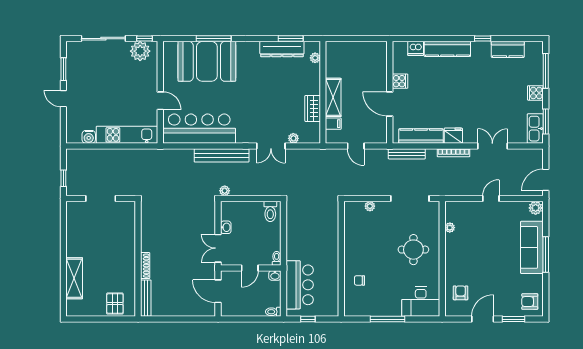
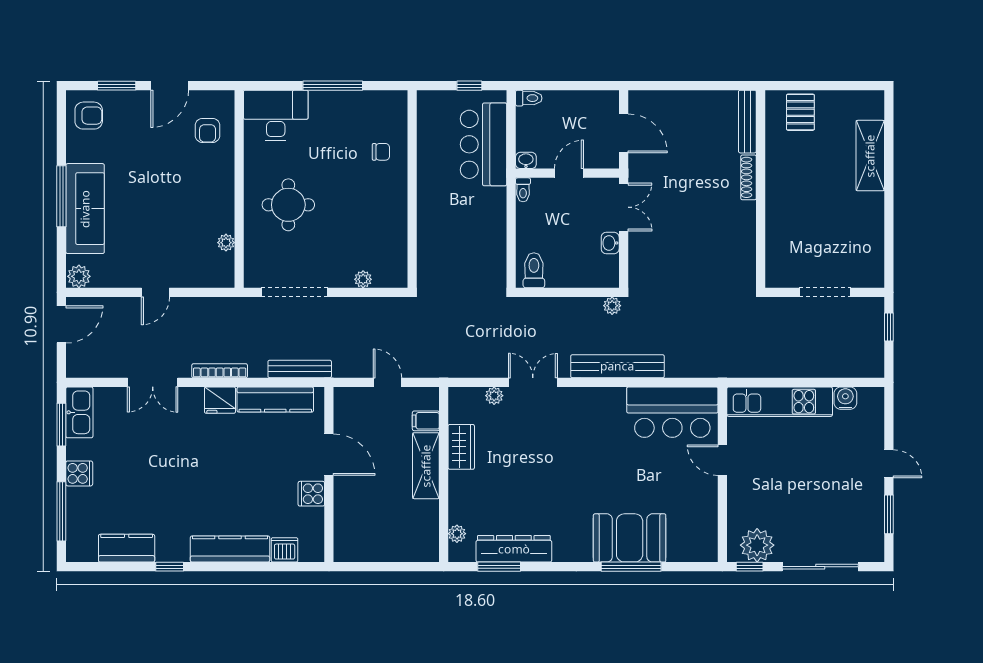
booth: (207, 61) -> (630, 538), width x0.73, depth x0.70
bar counter: (199, 129) -> (672, 412), width x0.73

